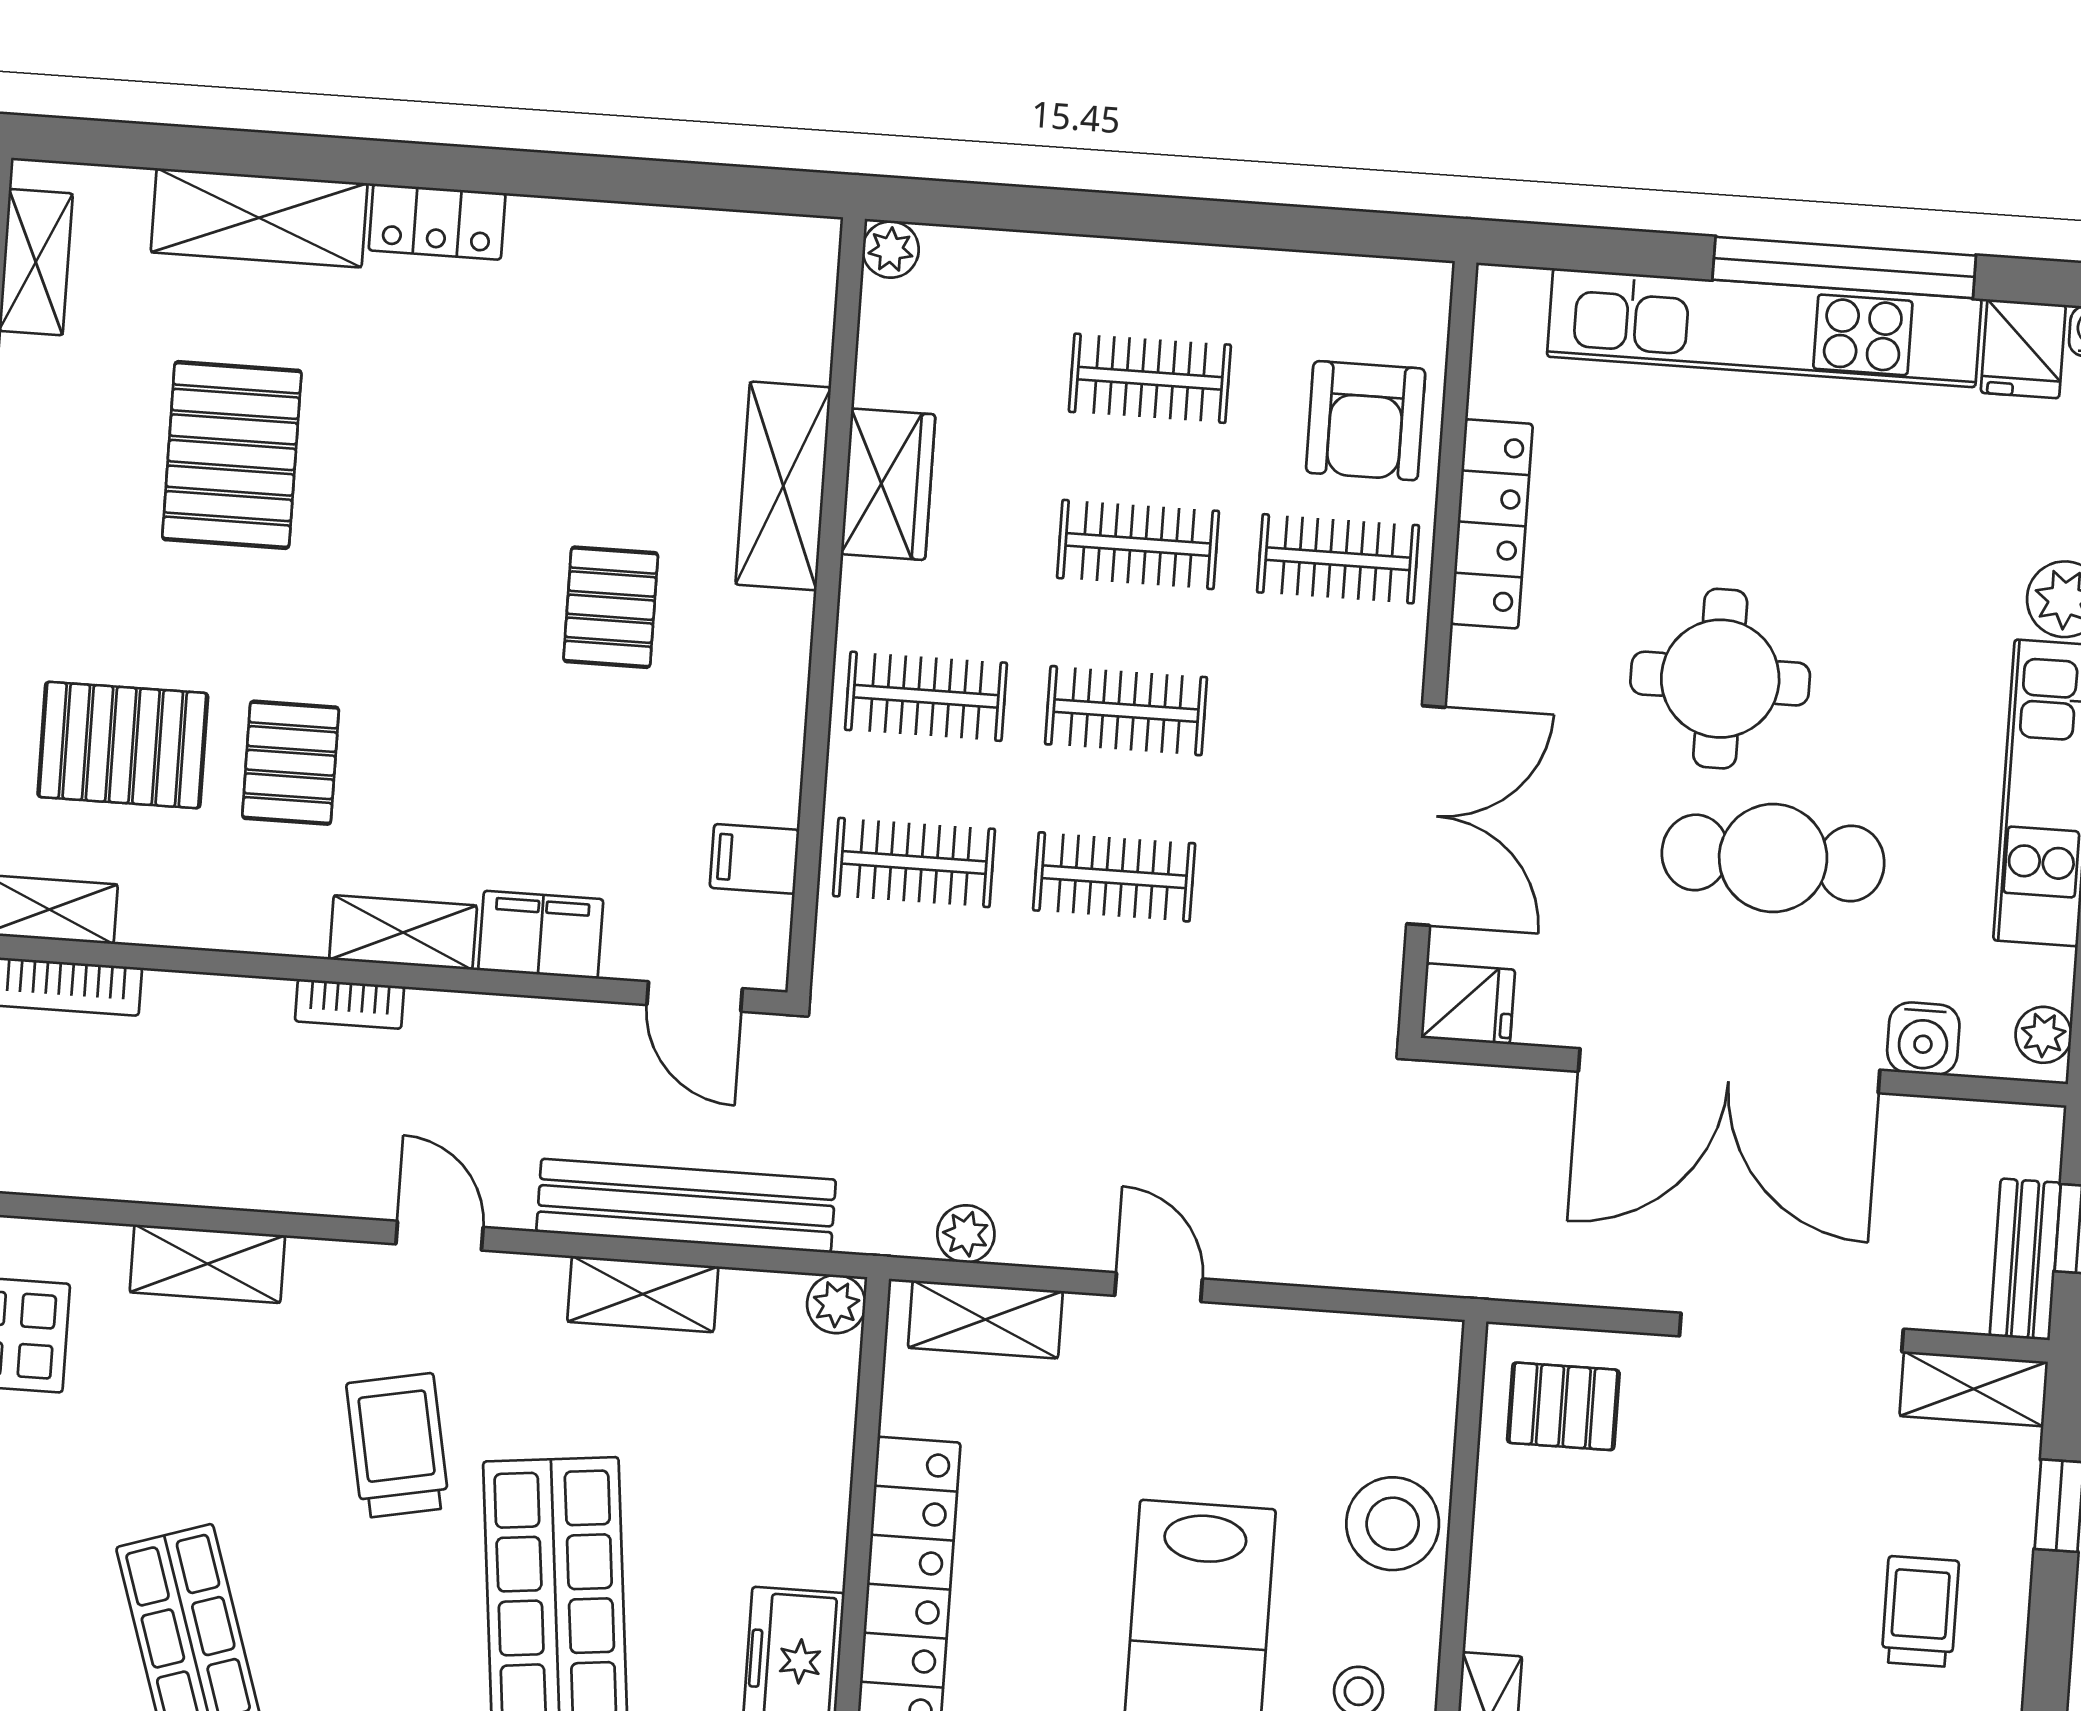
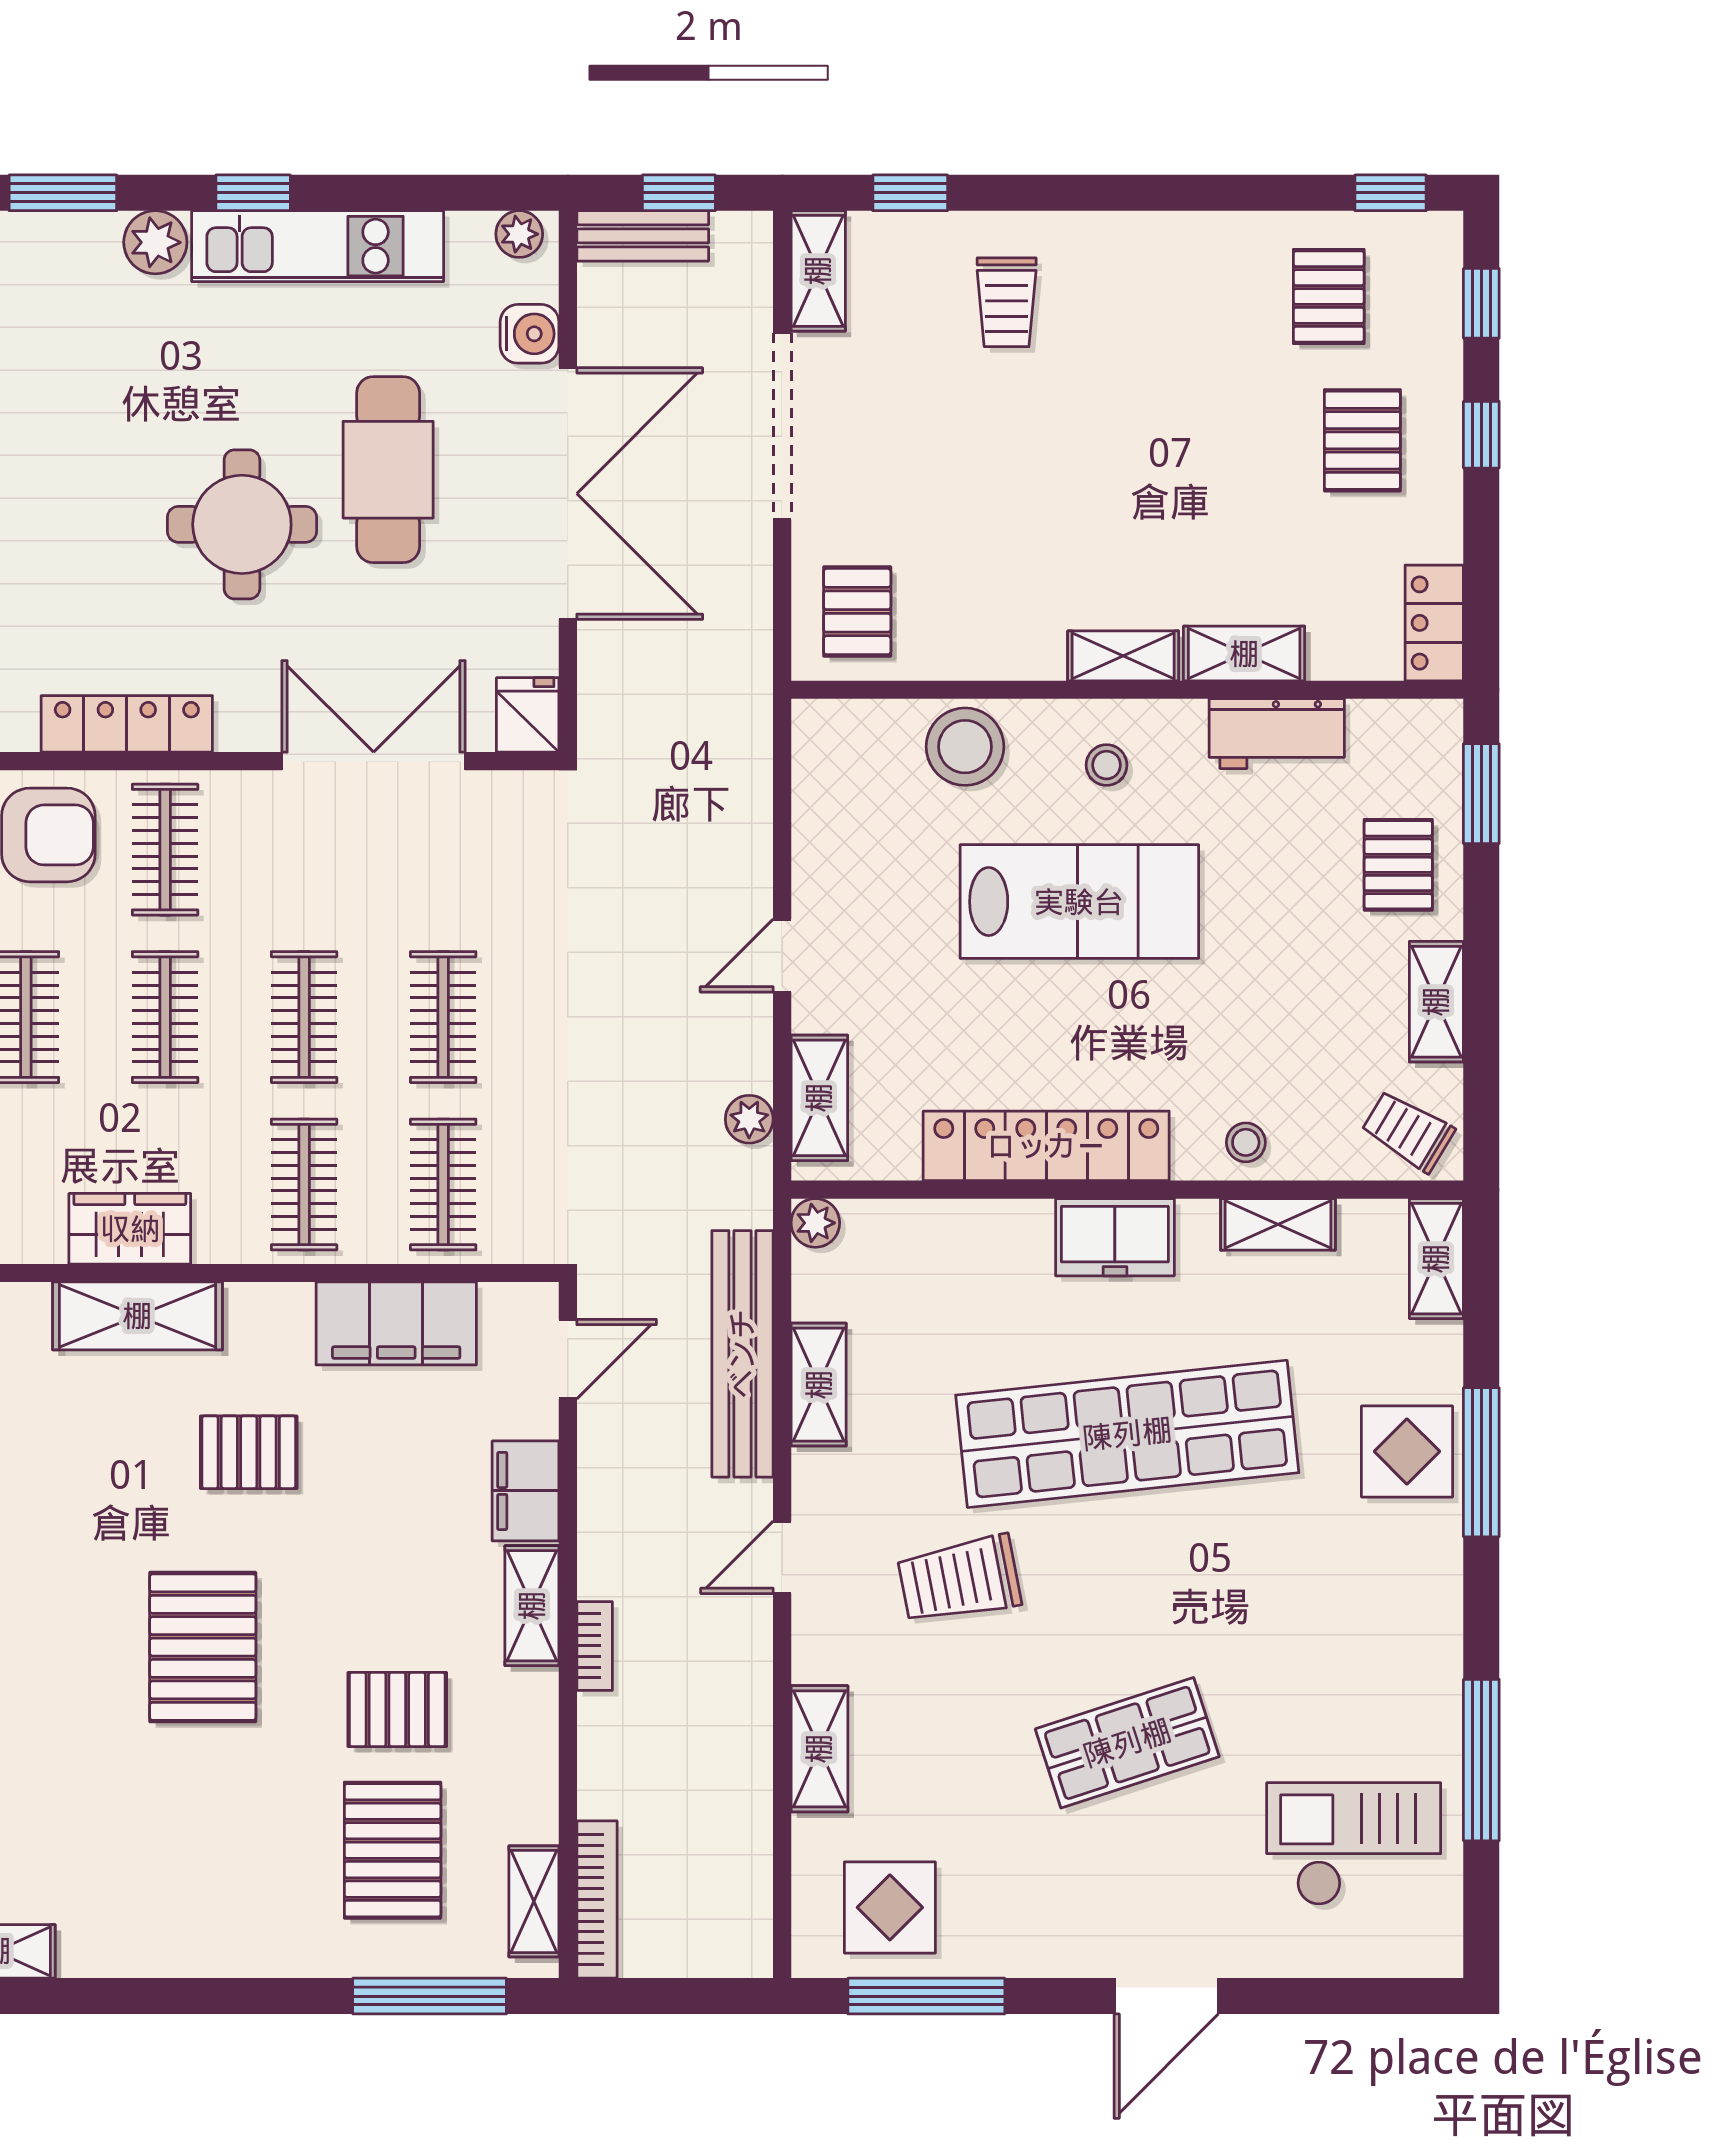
pallet: (232, 455) -> (203, 1647), moved, turned 90
filing cabinet: (755, 859) -> (396, 1323), width x3.00, depth x1.17
bench: (2025, 1259) -> (643, 236), moved
trolley: (1920, 1611) -> (1007, 302), turned -90

